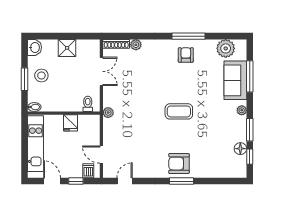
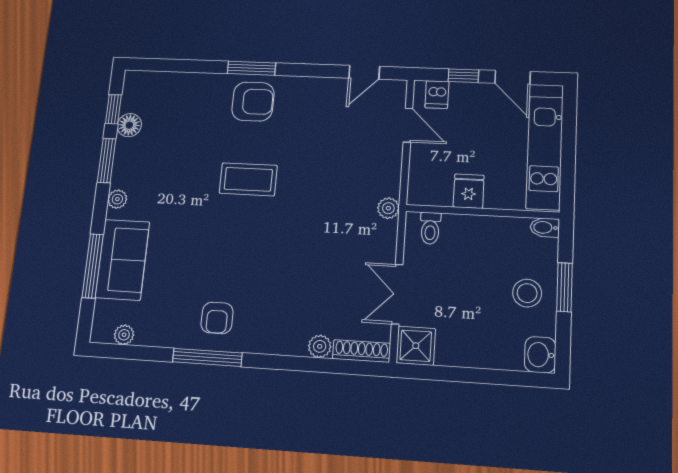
shower: (67, 48) -> (416, 346), moved
plant: (226, 48) -> (124, 335), width x0.53, depth x0.53
coffee table: (179, 111) -> (248, 179), moved

